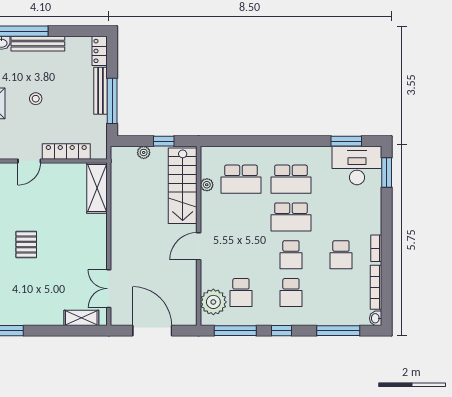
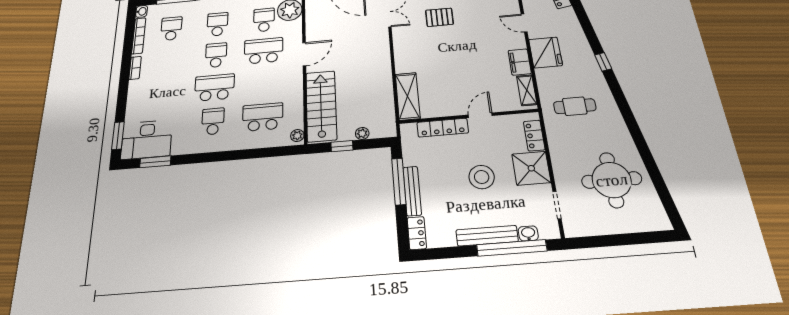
stool: (36, 99) -> (482, 177), width x1.89, depth x1.89
school desk: (291, 179) -> (213, 121), width x0.54
plant: (207, 185) -> (297, 135), moved
pallet: (26, 245) -> (439, 17), moved, turned 90
school desk: (241, 255) -> (264, 51), added
school desk: (341, 255) -> (171, 29), moved

